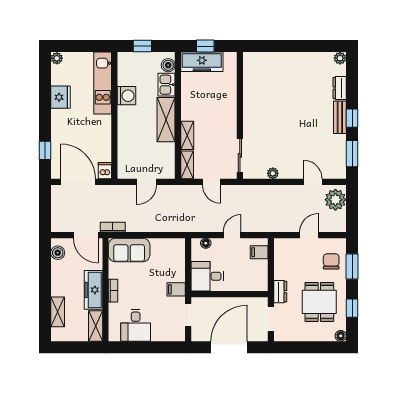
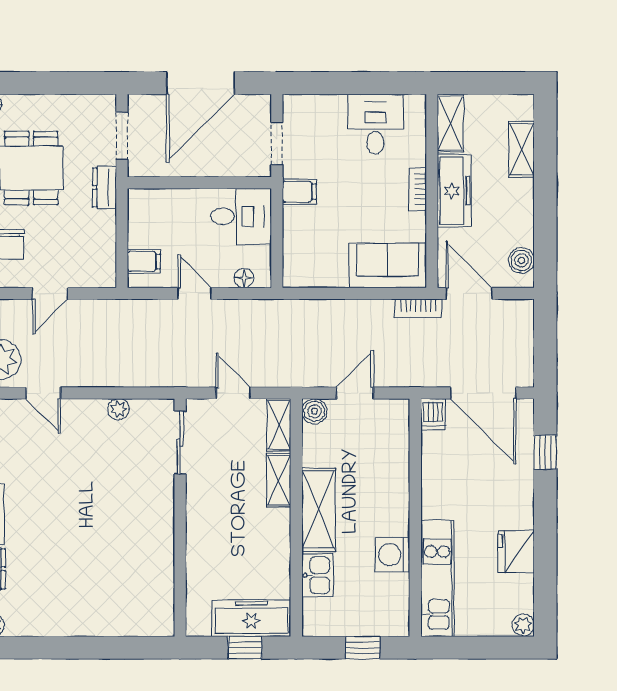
boiler: (168, 65) -> (314, 411), moved
door: (232, 235) -> (195, 293), swing flipped

